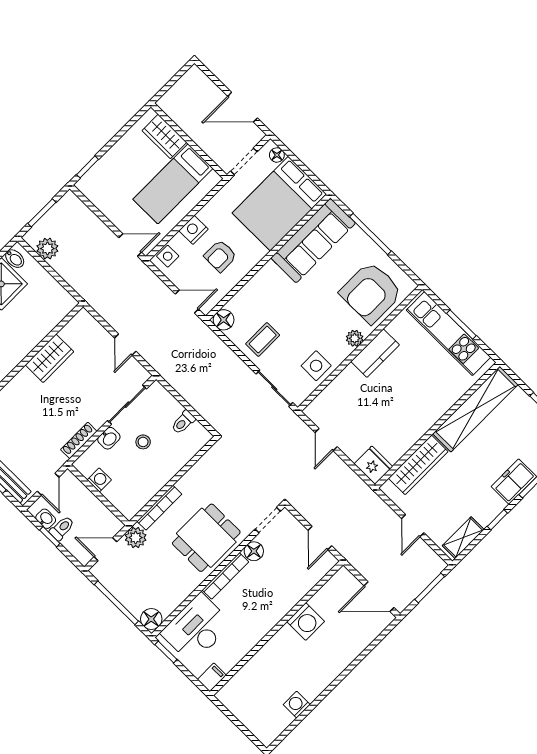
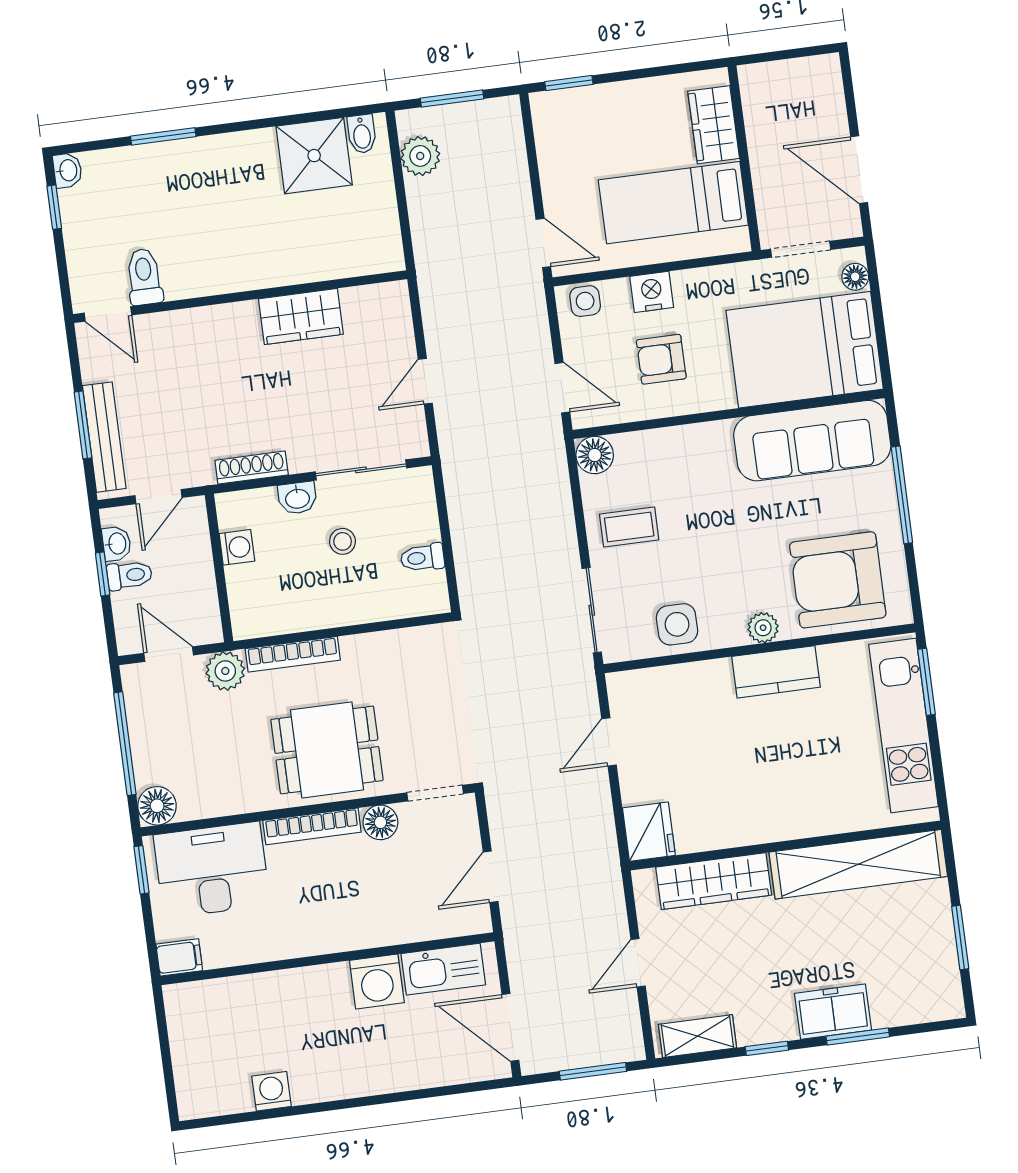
window: (461, 324) -> (927, 682), moved
kitchen sink: (330, 594) -> (443, 969), added

